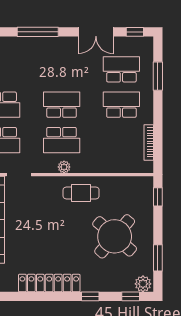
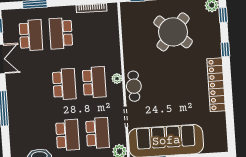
school desk: (121, 69) -> (31, 35), turned 180
school desk: (62, 105) -> (64, 84), turned 180
cafe table: (81, 193) -> (134, 86), moved

